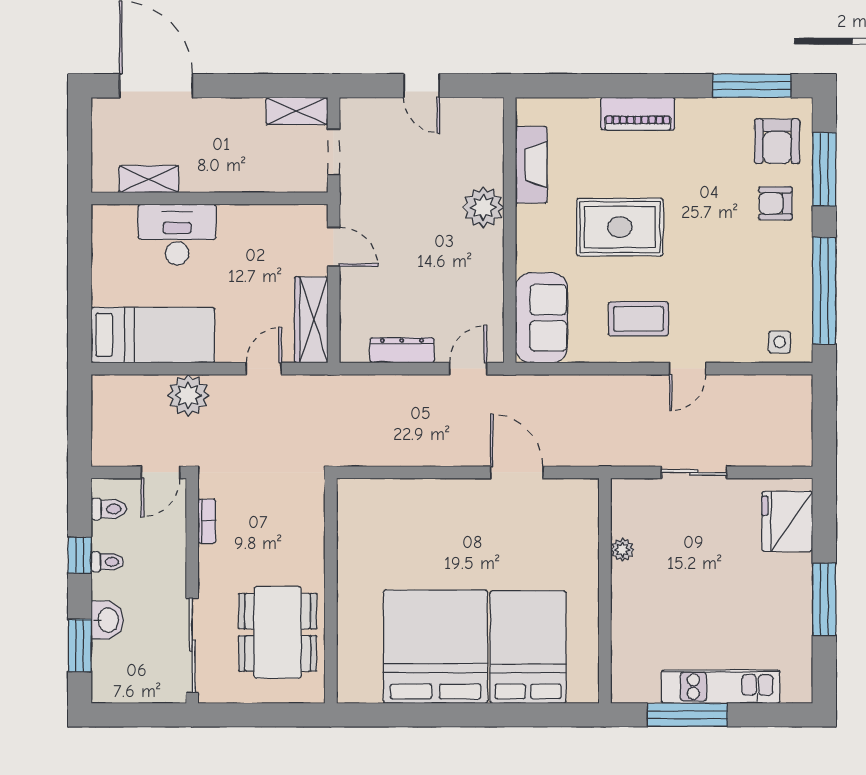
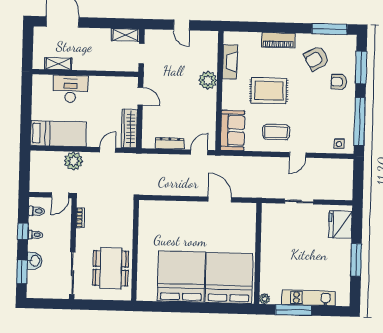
armchair: (777, 141) -> (316, 58), moved, turned 61
plant: (622, 550) -> (264, 299), moved
bed: (528, 647) -> (229, 278), width x1.36

